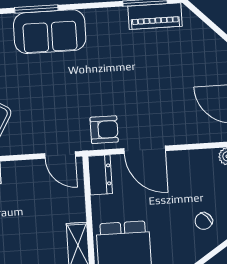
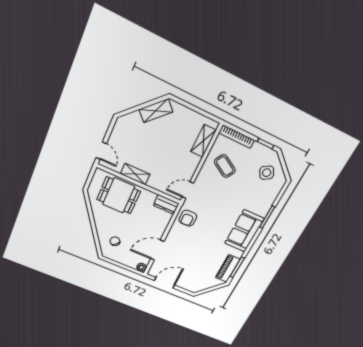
sofa: (50, 32) -> (244, 231), moved
door: (145, 150) -> (157, 250), moved

